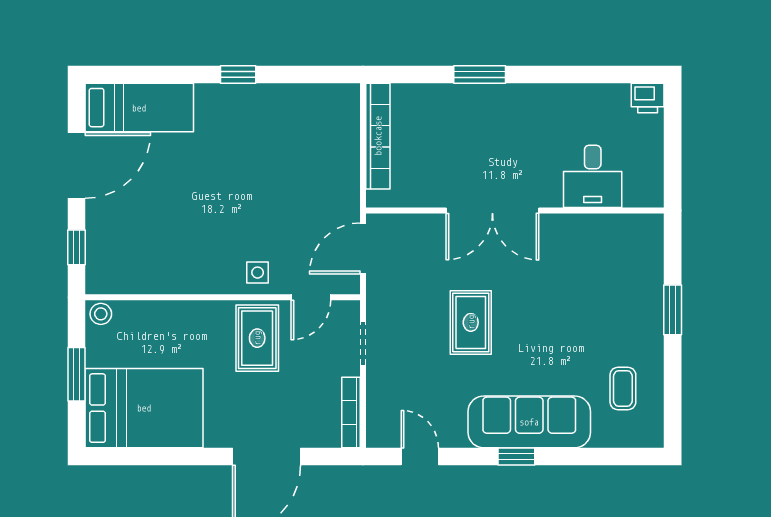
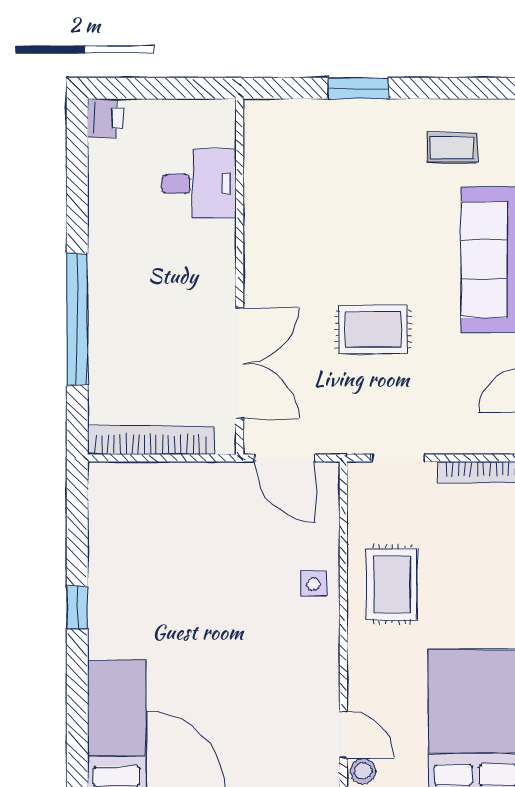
window: (480, 75) -> (77, 319), width x2.11
double door: (492, 211) -> (240, 363), moved
door: (311, 297) -> (343, 735), moved
rug: (257, 338) -> (392, 584), turned 90

